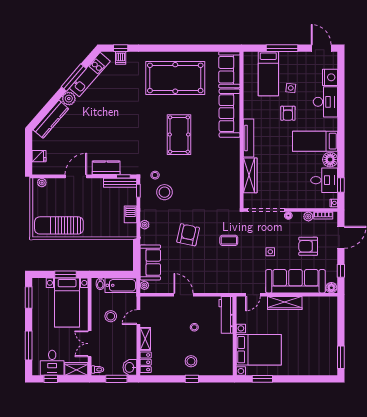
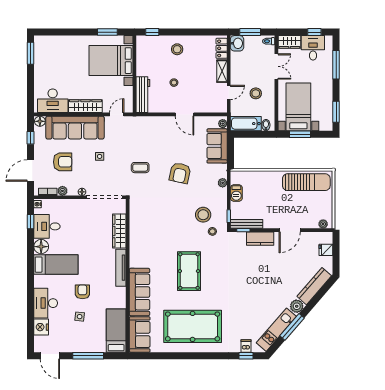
bed: (268, 74) -> (116, 331), moved
desk: (318, 309) -> (53, 101), added
window: (192, 379) -> (152, 32), moved

